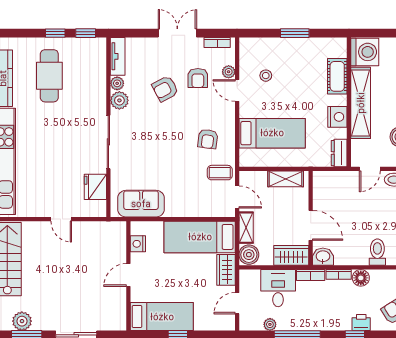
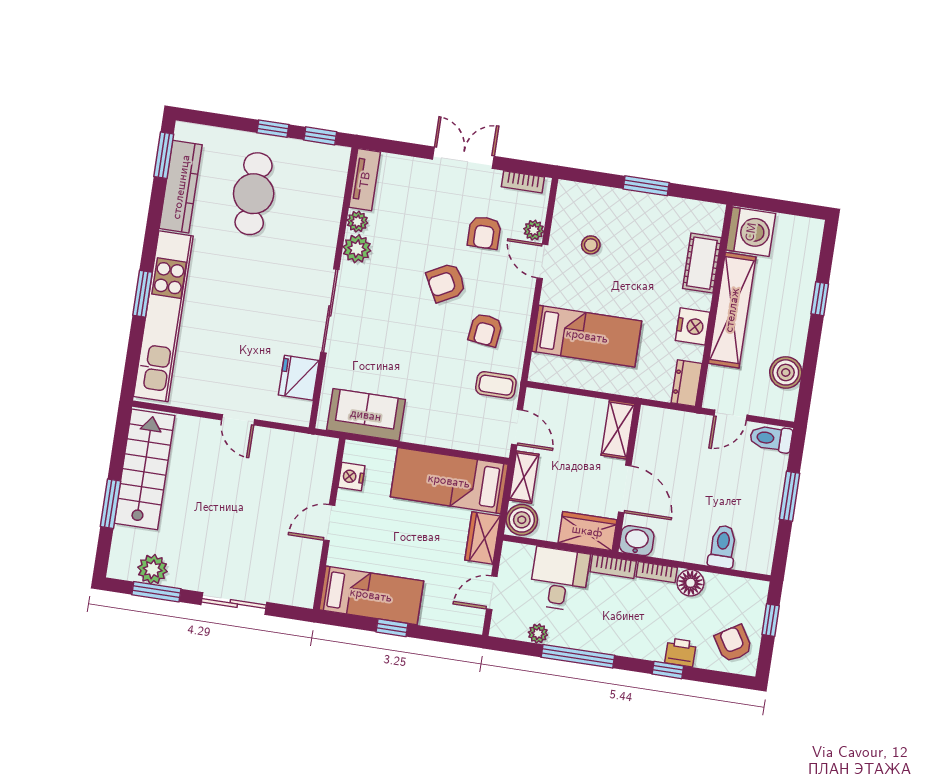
armchair: (165, 89) -> (446, 283), moved
shelving: (286, 179) -> (618, 429), moved, turned 90

